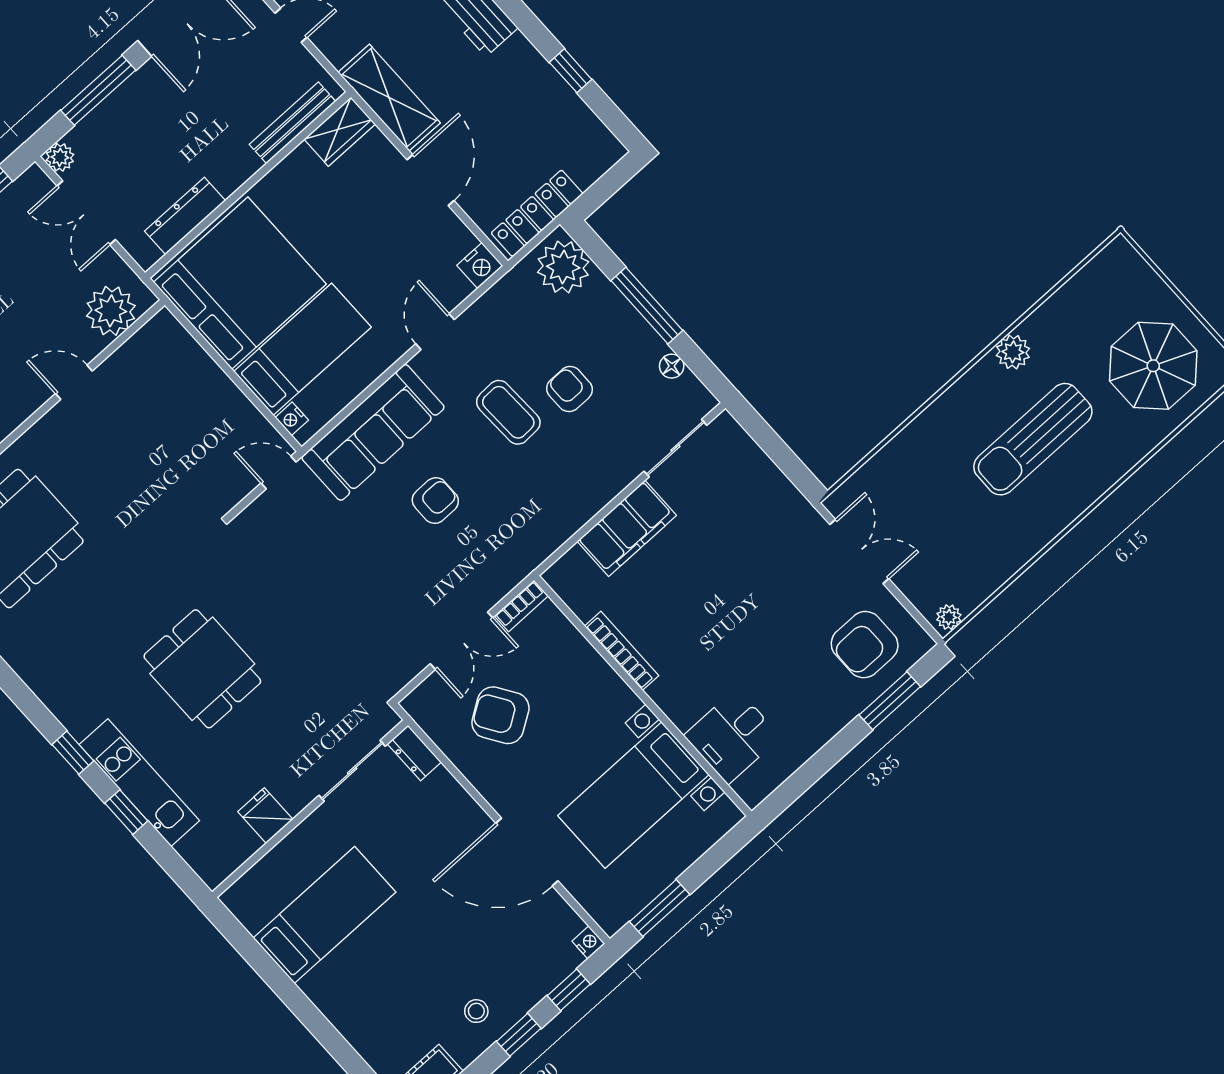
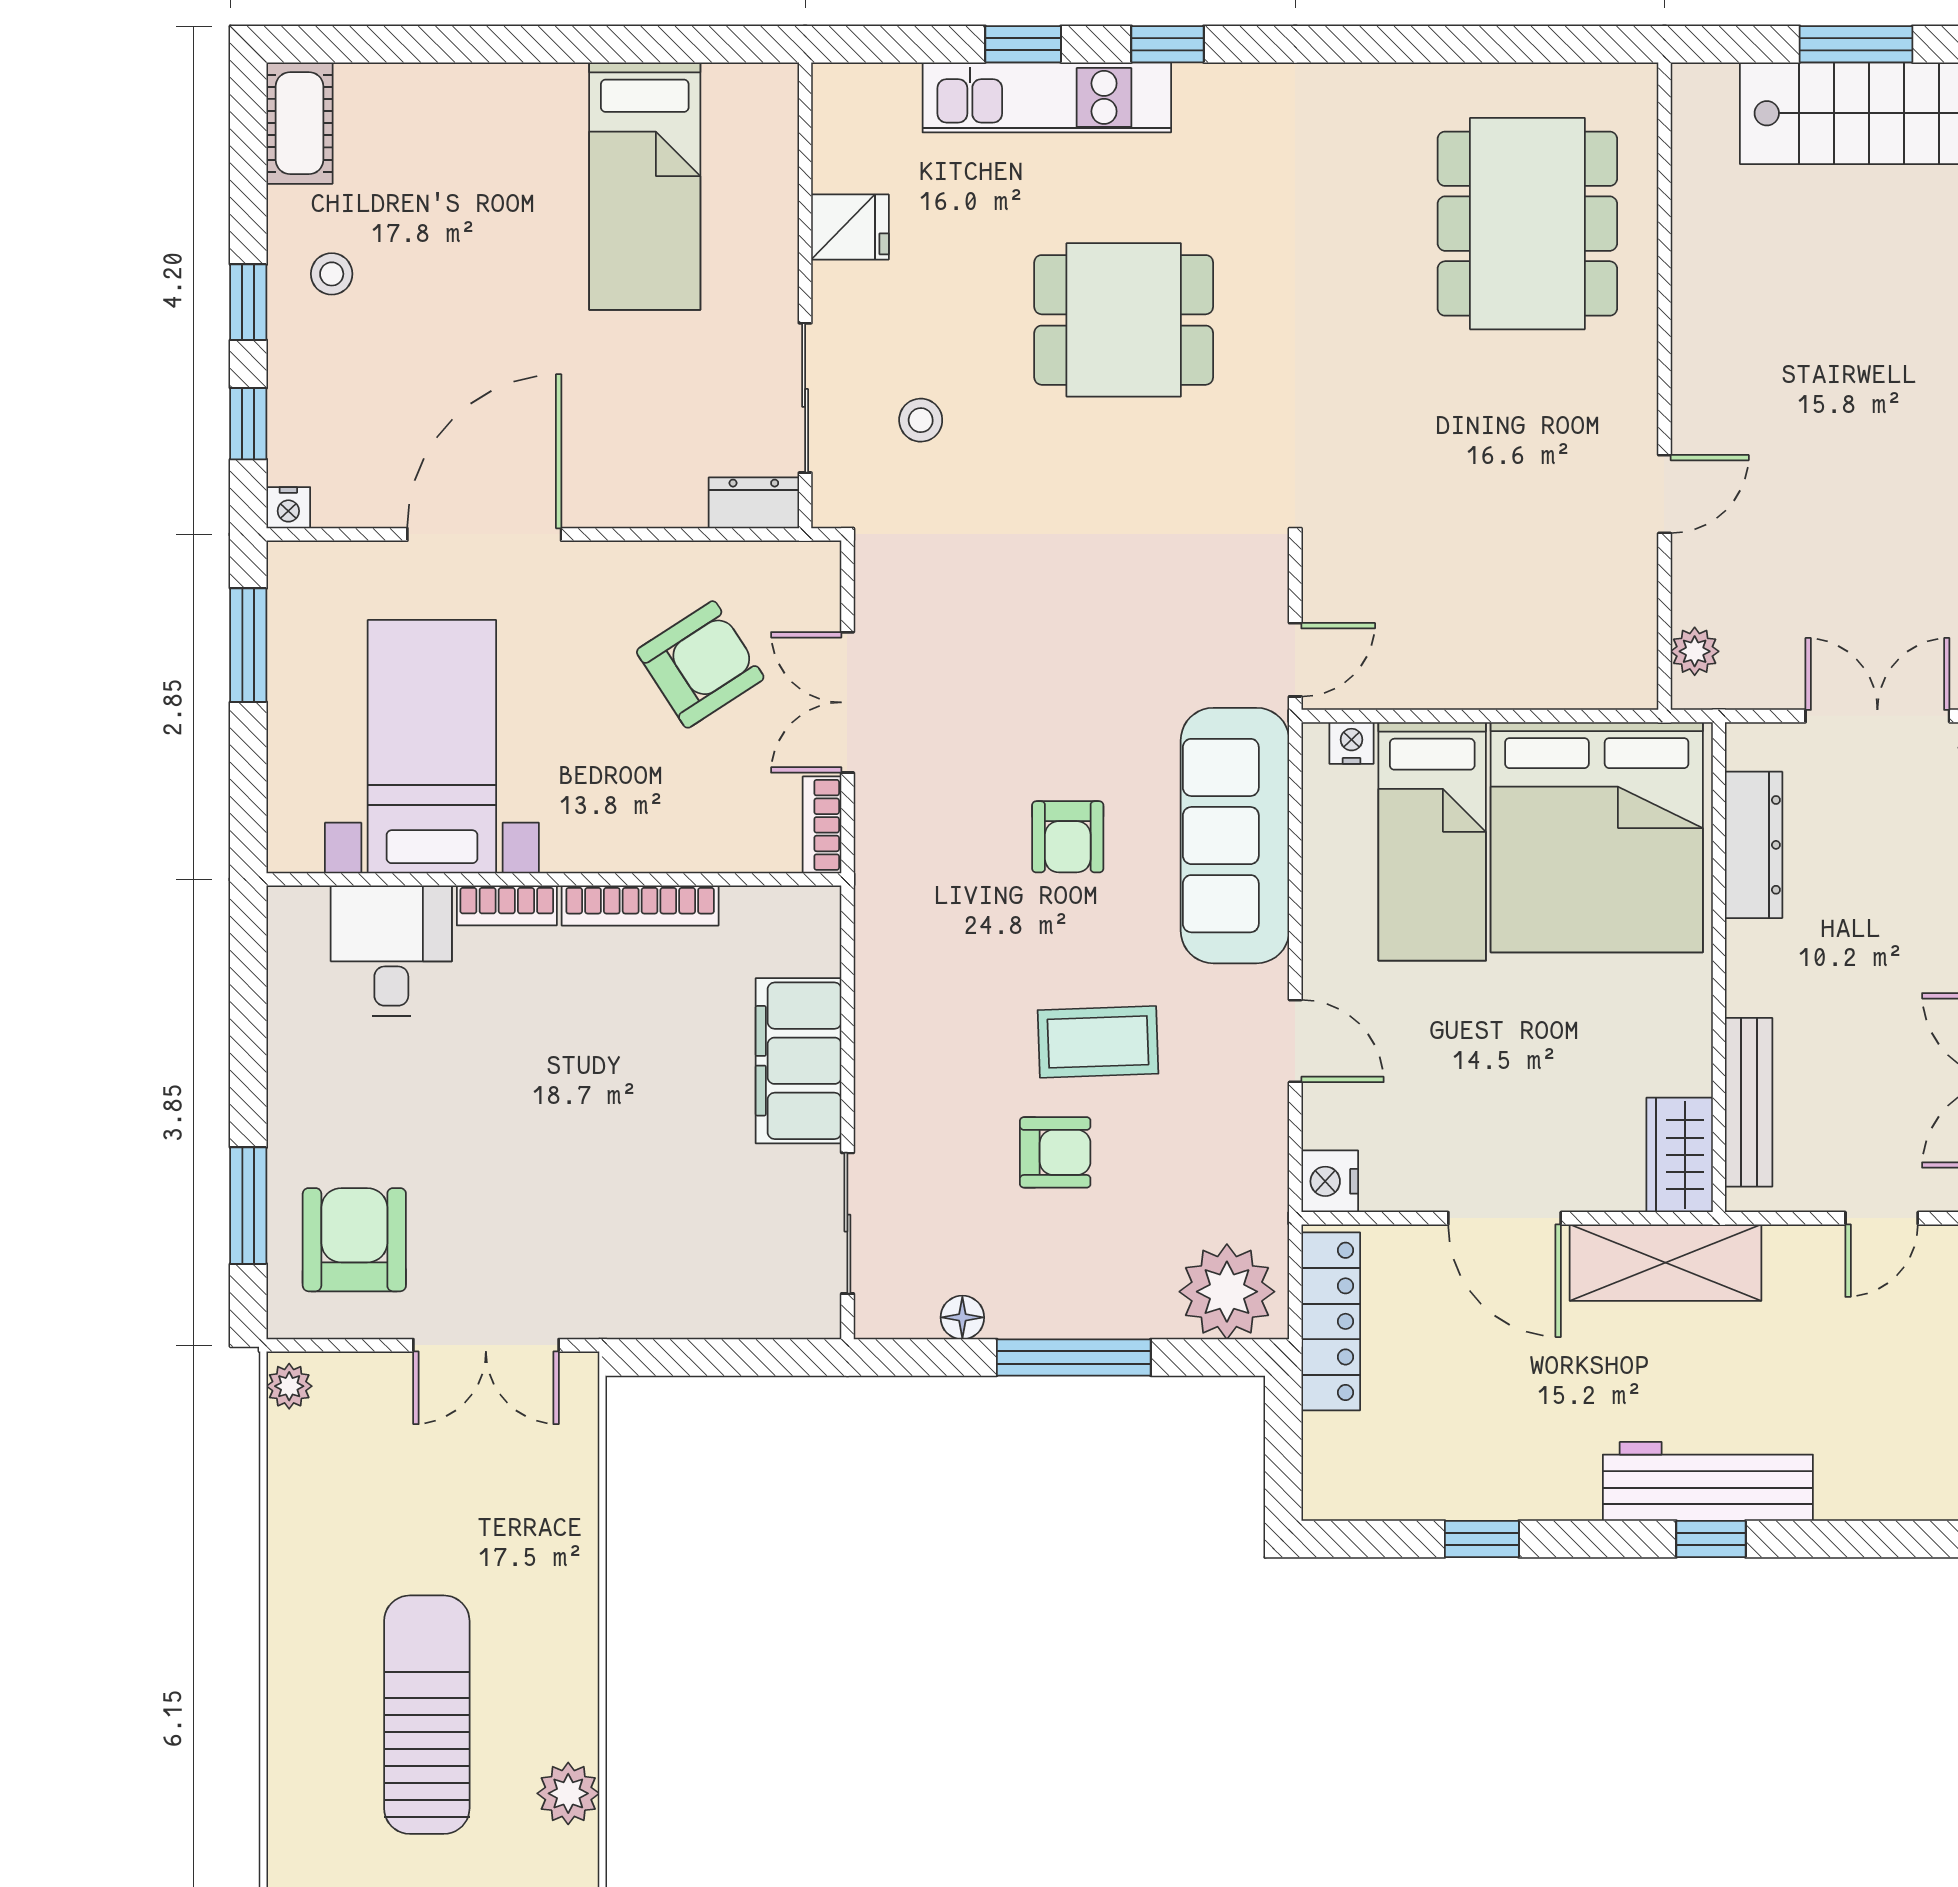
plant: (111, 311) -> (1695, 651), width x0.53, depth x0.53
bookcase: (671, 706) -> (507, 905), added
stool: (319, 715) -> (921, 420), added

